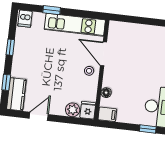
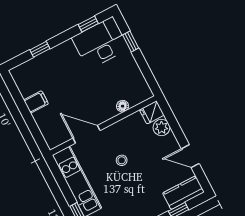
door: (103, 54) -> (87, 134), swing flipped
stool: (89, 71) -> (122, 160), moved
filing cabinet: (107, 114) -> (36, 102), moved, turned 90

